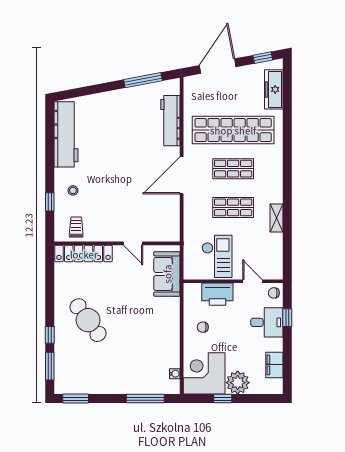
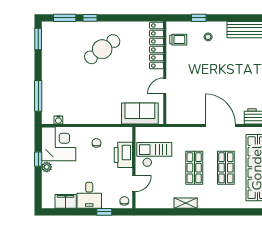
checkout: (217, 256) -> (154, 155), turned 180
desk: (267, 322) -> (89, 195), moved
plant: (238, 383) -> (47, 167), width x0.53, depth x0.53

